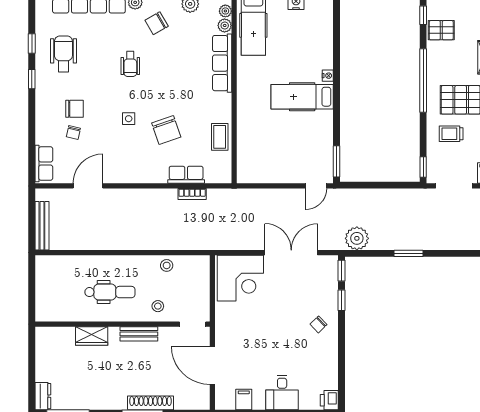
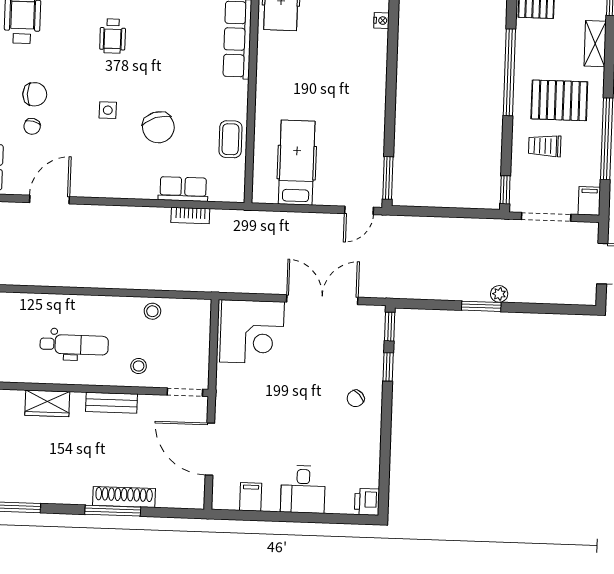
nightstand: (328, 76) -> (382, 21), moved
hospital bed: (302, 97) -> (297, 163), moved, turned 90
plant: (357, 238) -> (499, 294), moved, width x0.53, depth x0.53

